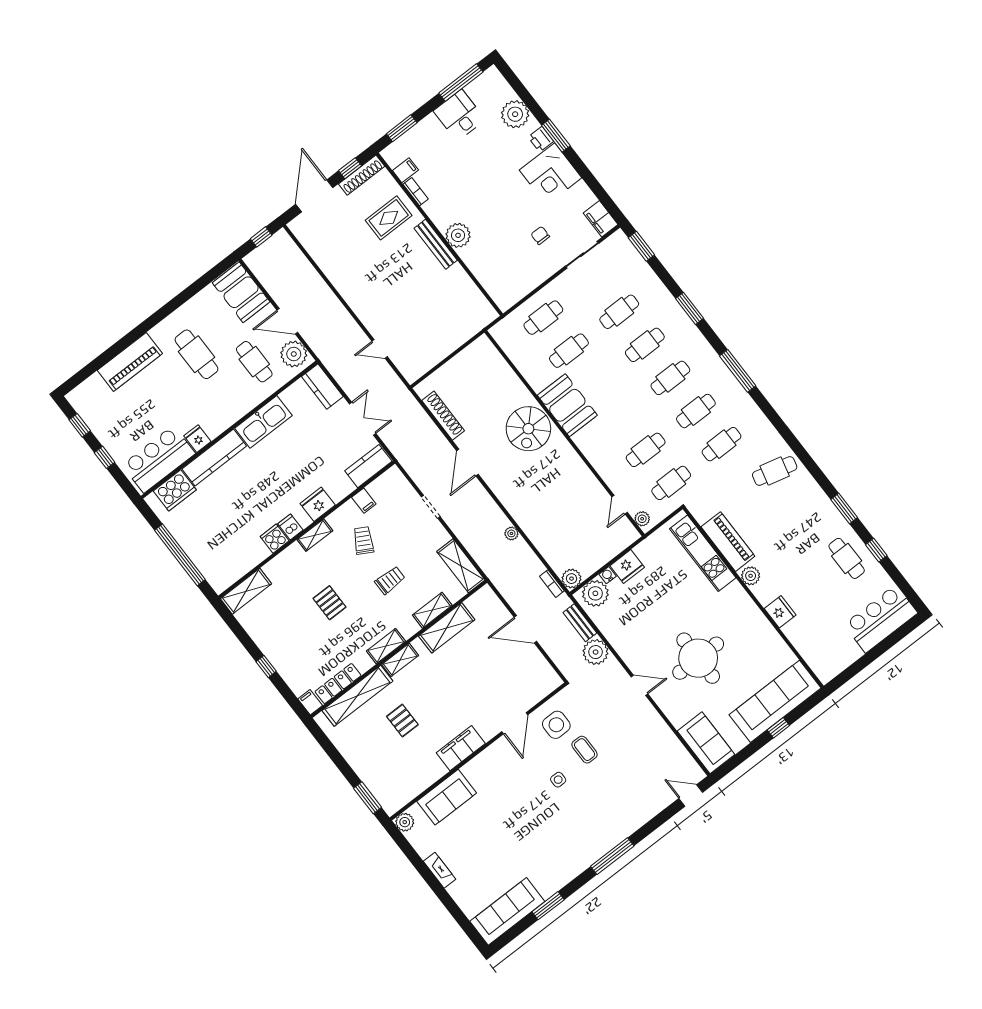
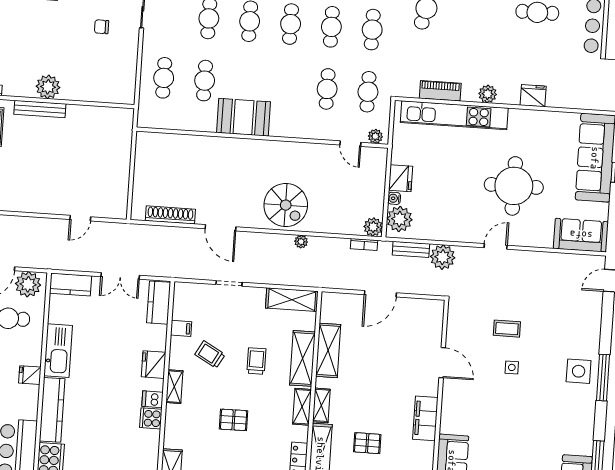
double door: (363, 419) -> (120, 276), swing flipped
spiral stairs: (528, 429) -> (286, 205), moved
fridge: (197, 439) -> (30, 375), moved
piano: (728, 542) -> (440, 91), width x0.73, depth x0.75
kitchen unit: (703, 553) -> (454, 115), width x1.36
shelving: (432, 610) -> (302, 358), width x1.50, depth x1.33
side table: (556, 725) -> (579, 371), moved

